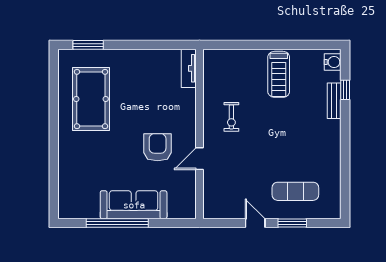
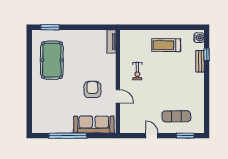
treadmill: (279, 74) -> (166, 45), turned 90
door: (199, 159) -> (118, 96), swing flipped
sofa: (134, 205) -> (94, 125), moved
window: (292, 223) -> (185, 136), moved

